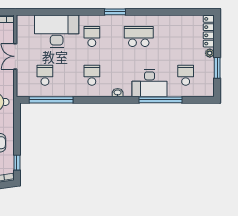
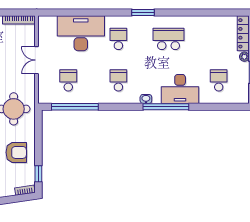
window: (161, 100) -> (166, 107), moved

